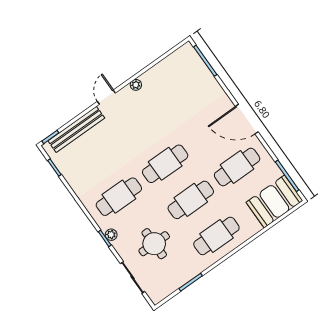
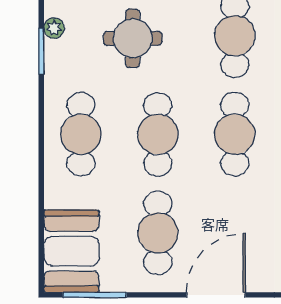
plant: (176, 284) -> (54, 28), added

